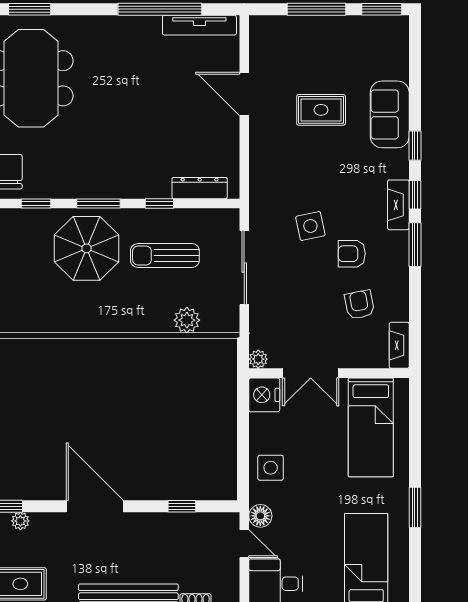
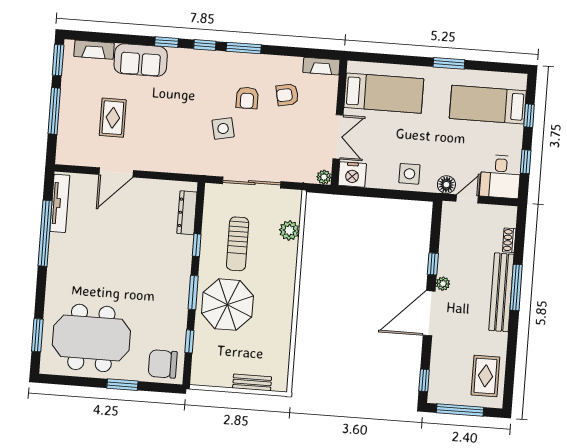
rug: (321, 110) -> (113, 118), moved
fireplace: (398, 205) -> (94, 50), moved
window: (182, 506) -> (433, 264), moved
plant: (20, 521) -> (443, 284), moved

